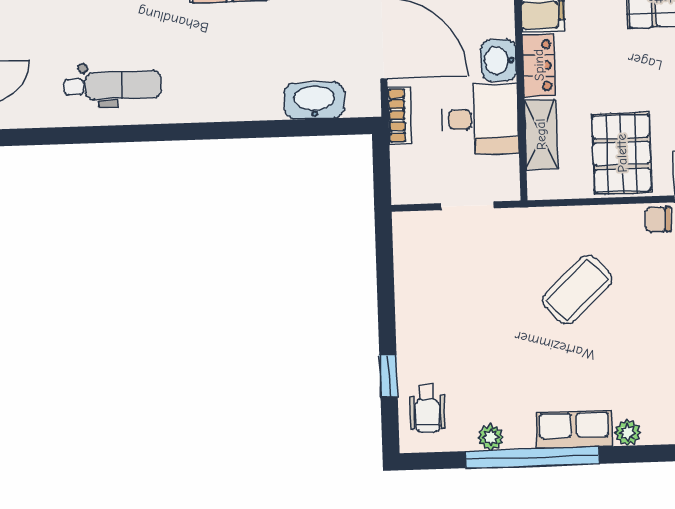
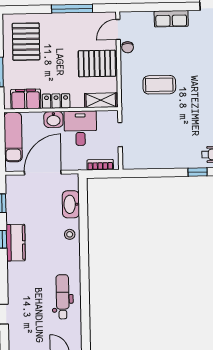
stool: (249, 99) -> (70, 234), added
bookcase: (400, 115) -> (100, 165), moved
shelving: (541, 134) -> (101, 100), moved
coffee table: (577, 290) -> (159, 85), turned -47

